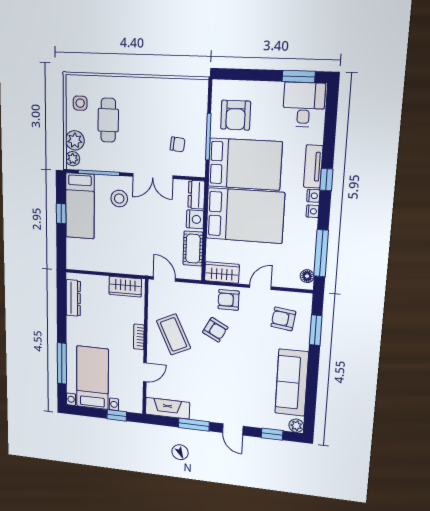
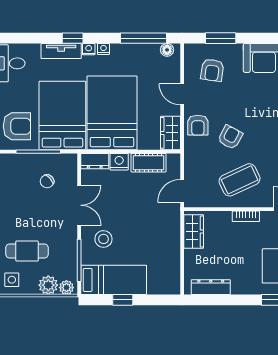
chair: (178, 144) -> (47, 181), turned -137

